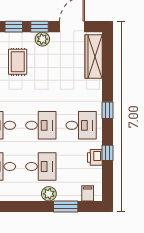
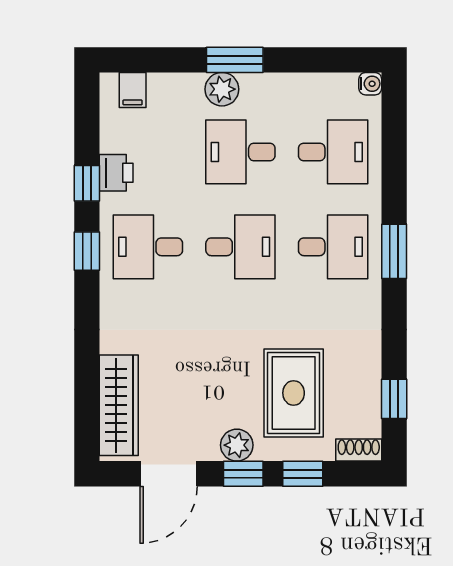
rug: (18, 62) -> (294, 393), width x1.36, depth x1.43
window: (108, 110) -> (87, 251), moved
desk: (41, 125) -> (240, 247), turned 180
window: (66, 207) -> (235, 60), moved

